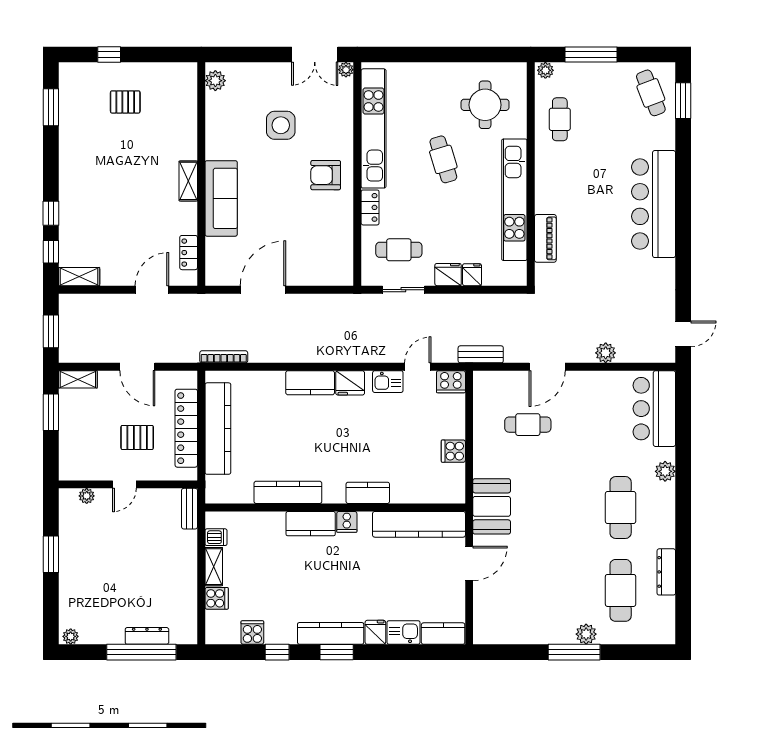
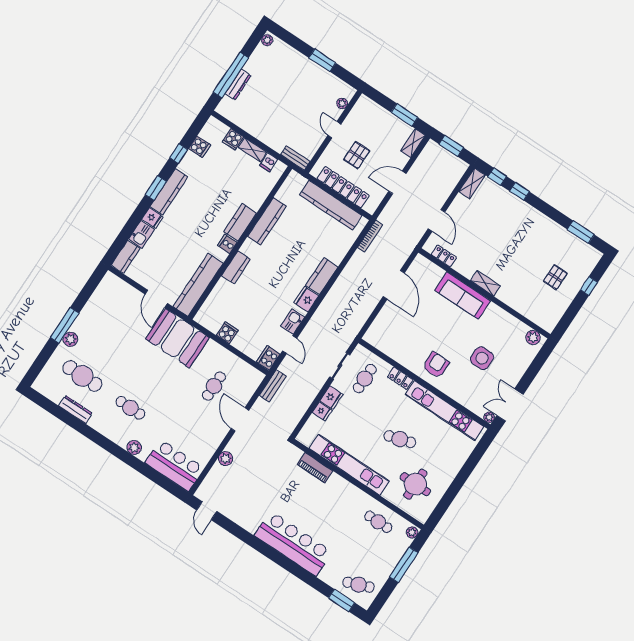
booth: (492, 506) -> (178, 338), width x1.36, depth x1.42
cafe table: (621, 508) -> (130, 408), width x0.73, depth x0.74

